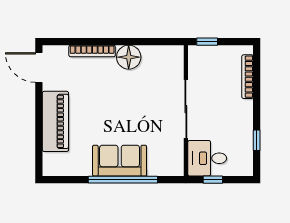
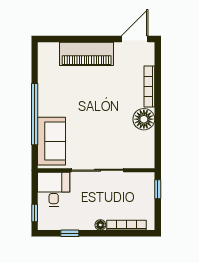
floor lamp: (247, 106) -> (100, 225), added
sofa: (120, 161) -> (52, 141), moved
window: (213, 180) -> (35, 213), moved

